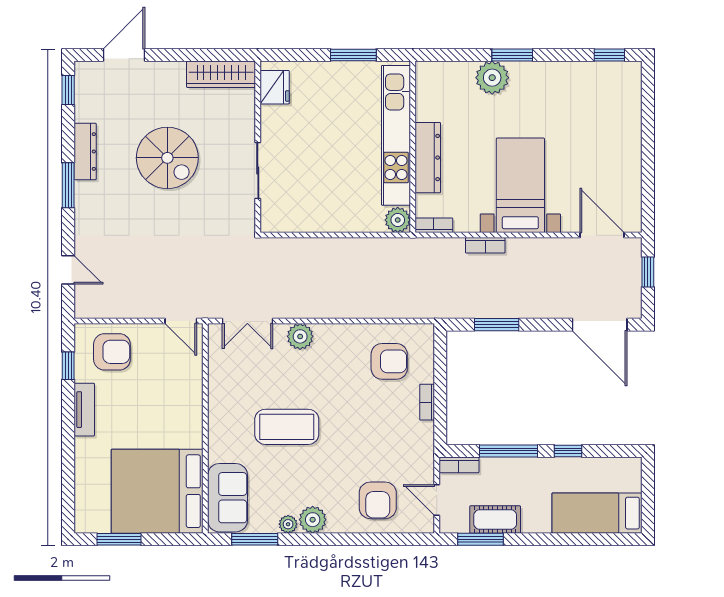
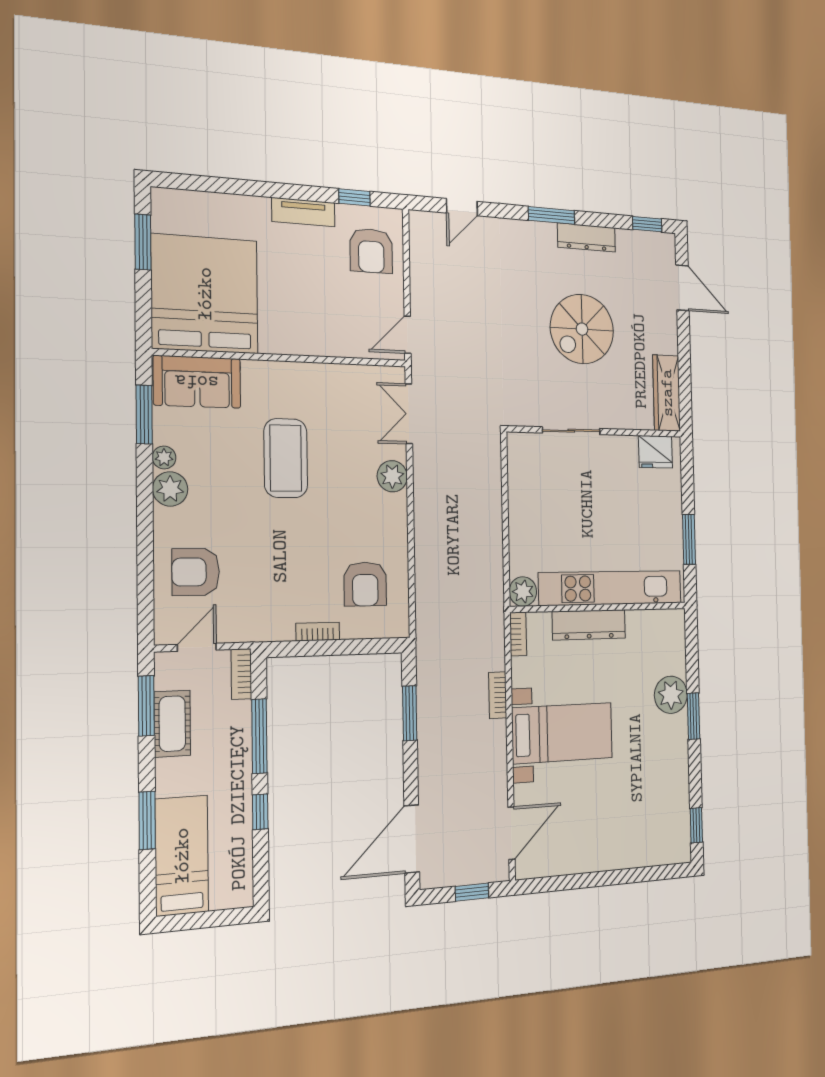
window: (568, 539) -> (147, 820), added

